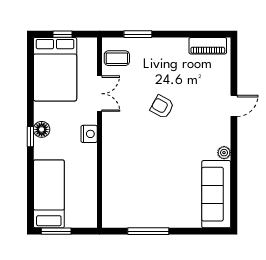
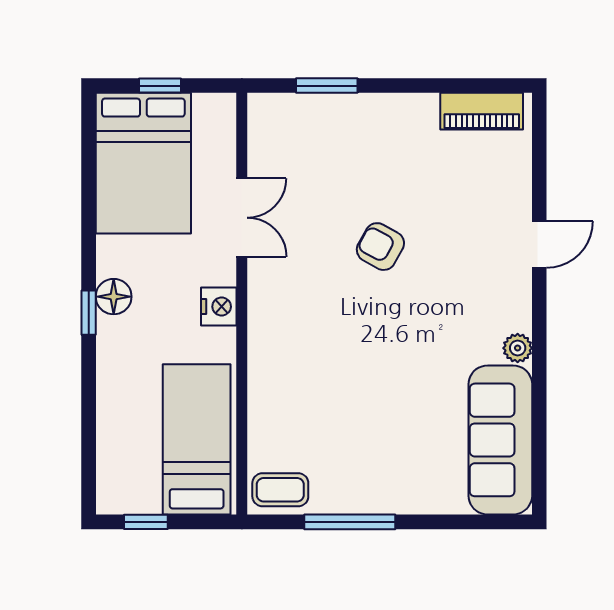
coffee table: (117, 58) -> (280, 490), moved
bed: (49, 194) -> (197, 439), moved
window: (56, 231) -> (146, 522), width x0.67

